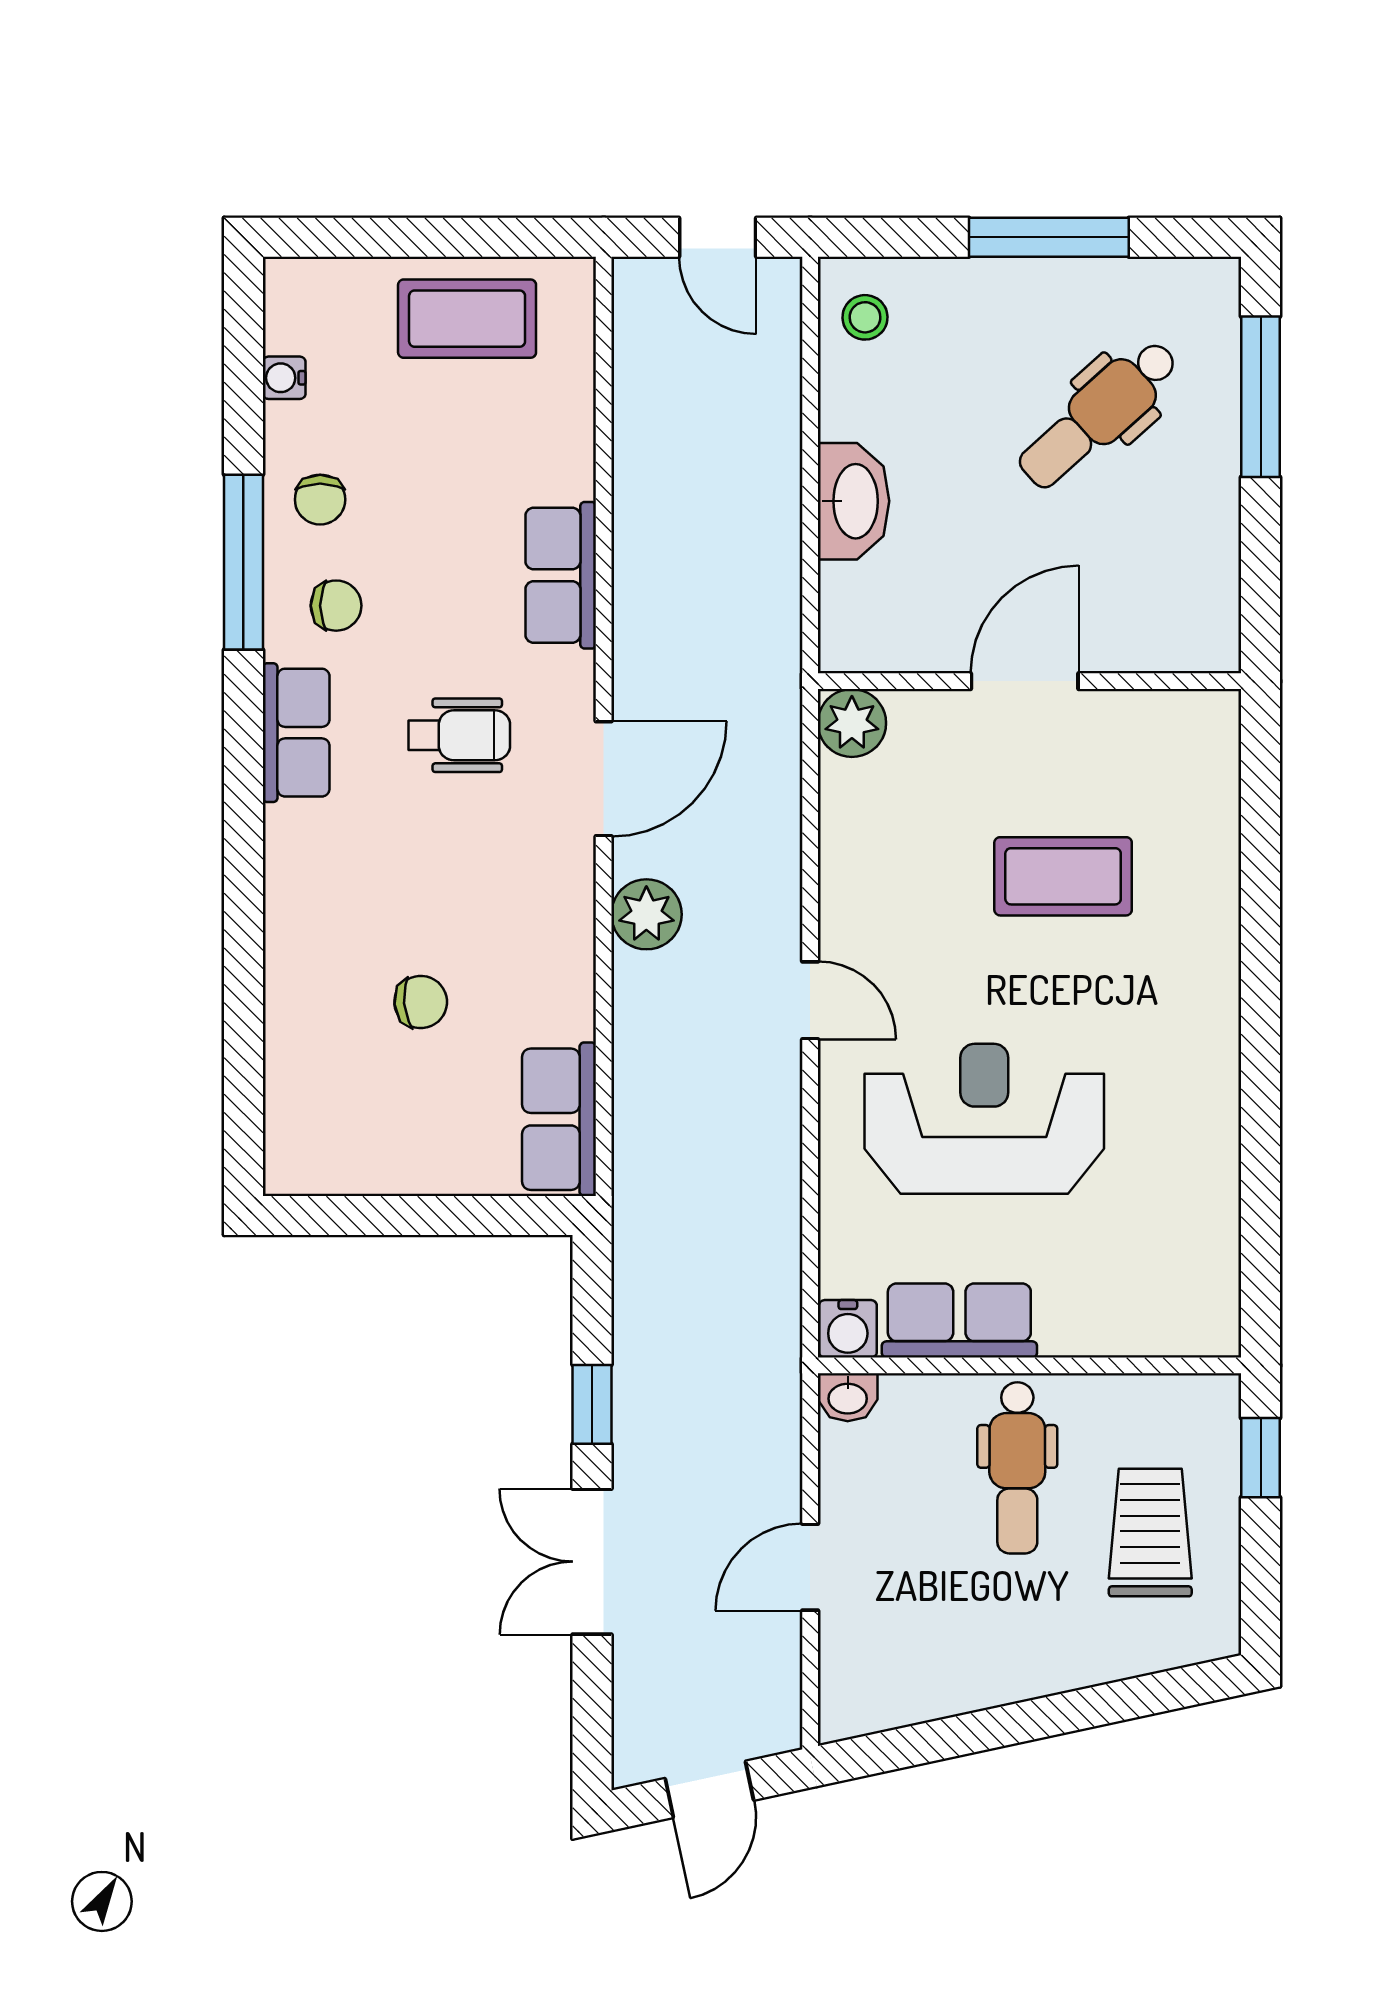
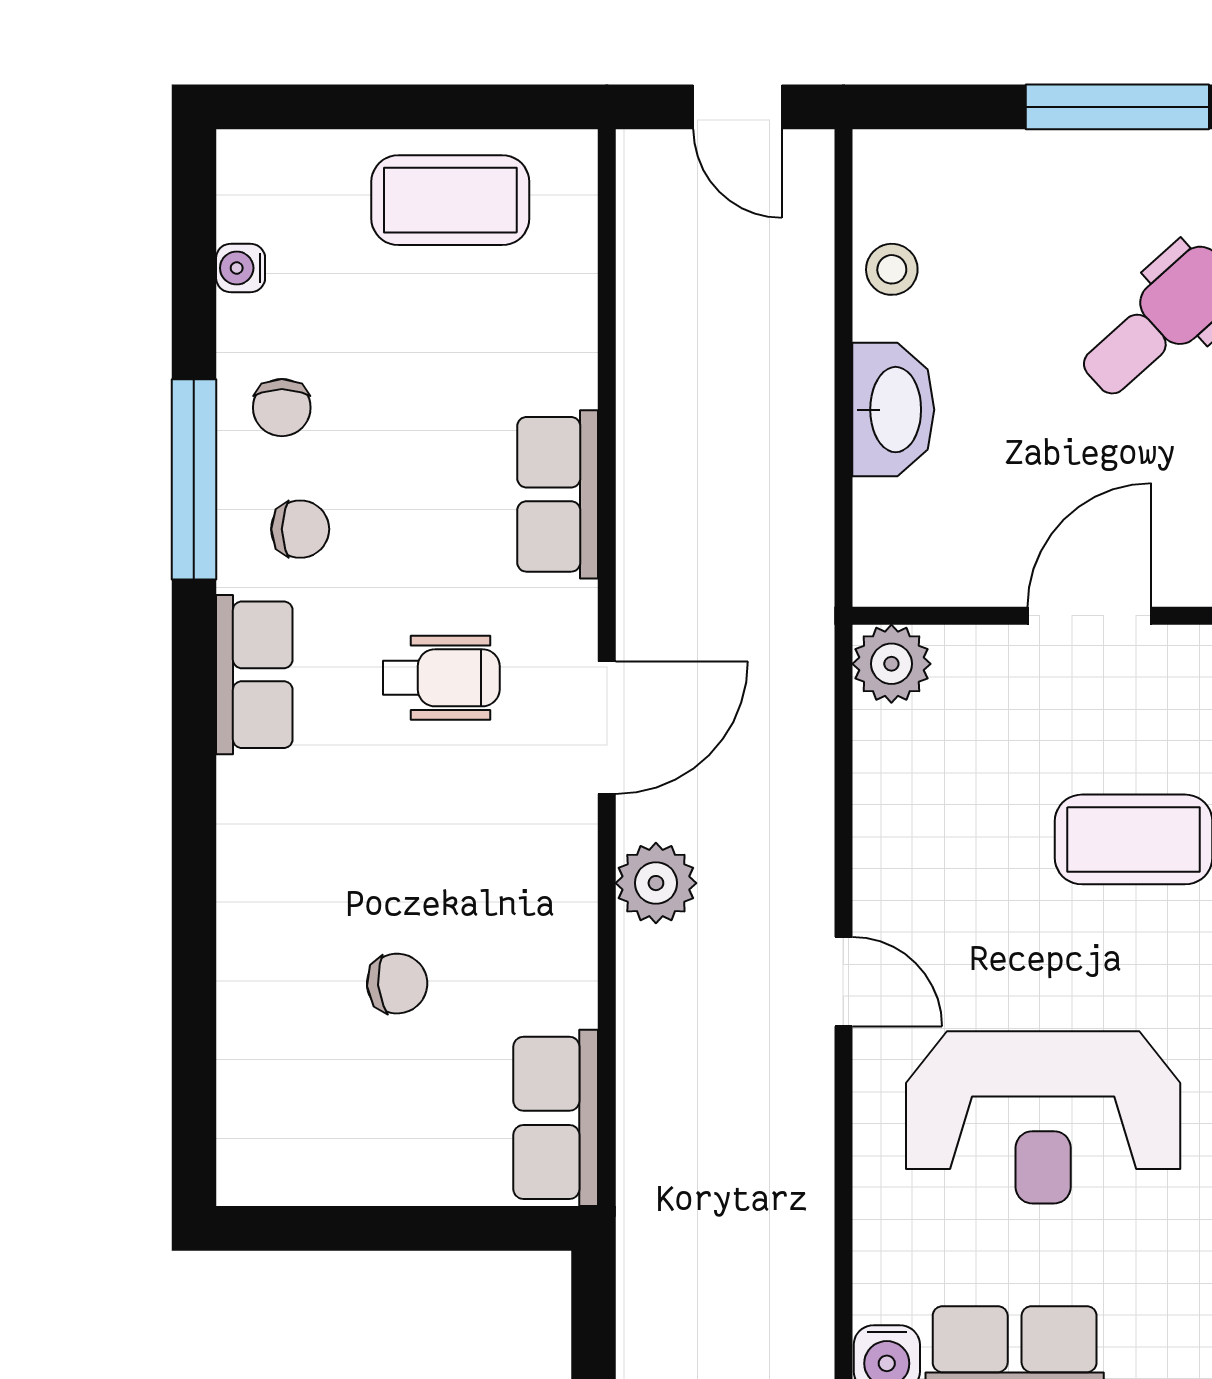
stool: (865, 317) -> (892, 269), moved
reception desk: (984, 1119) -> (1043, 1117), turned 180

